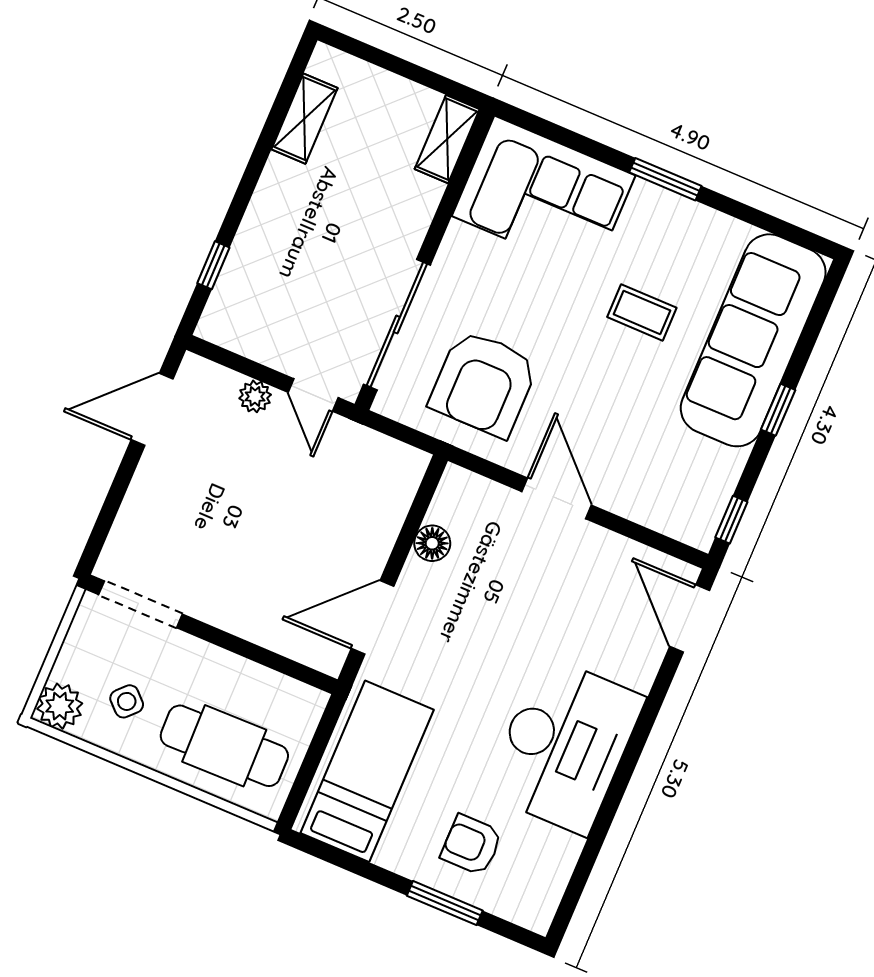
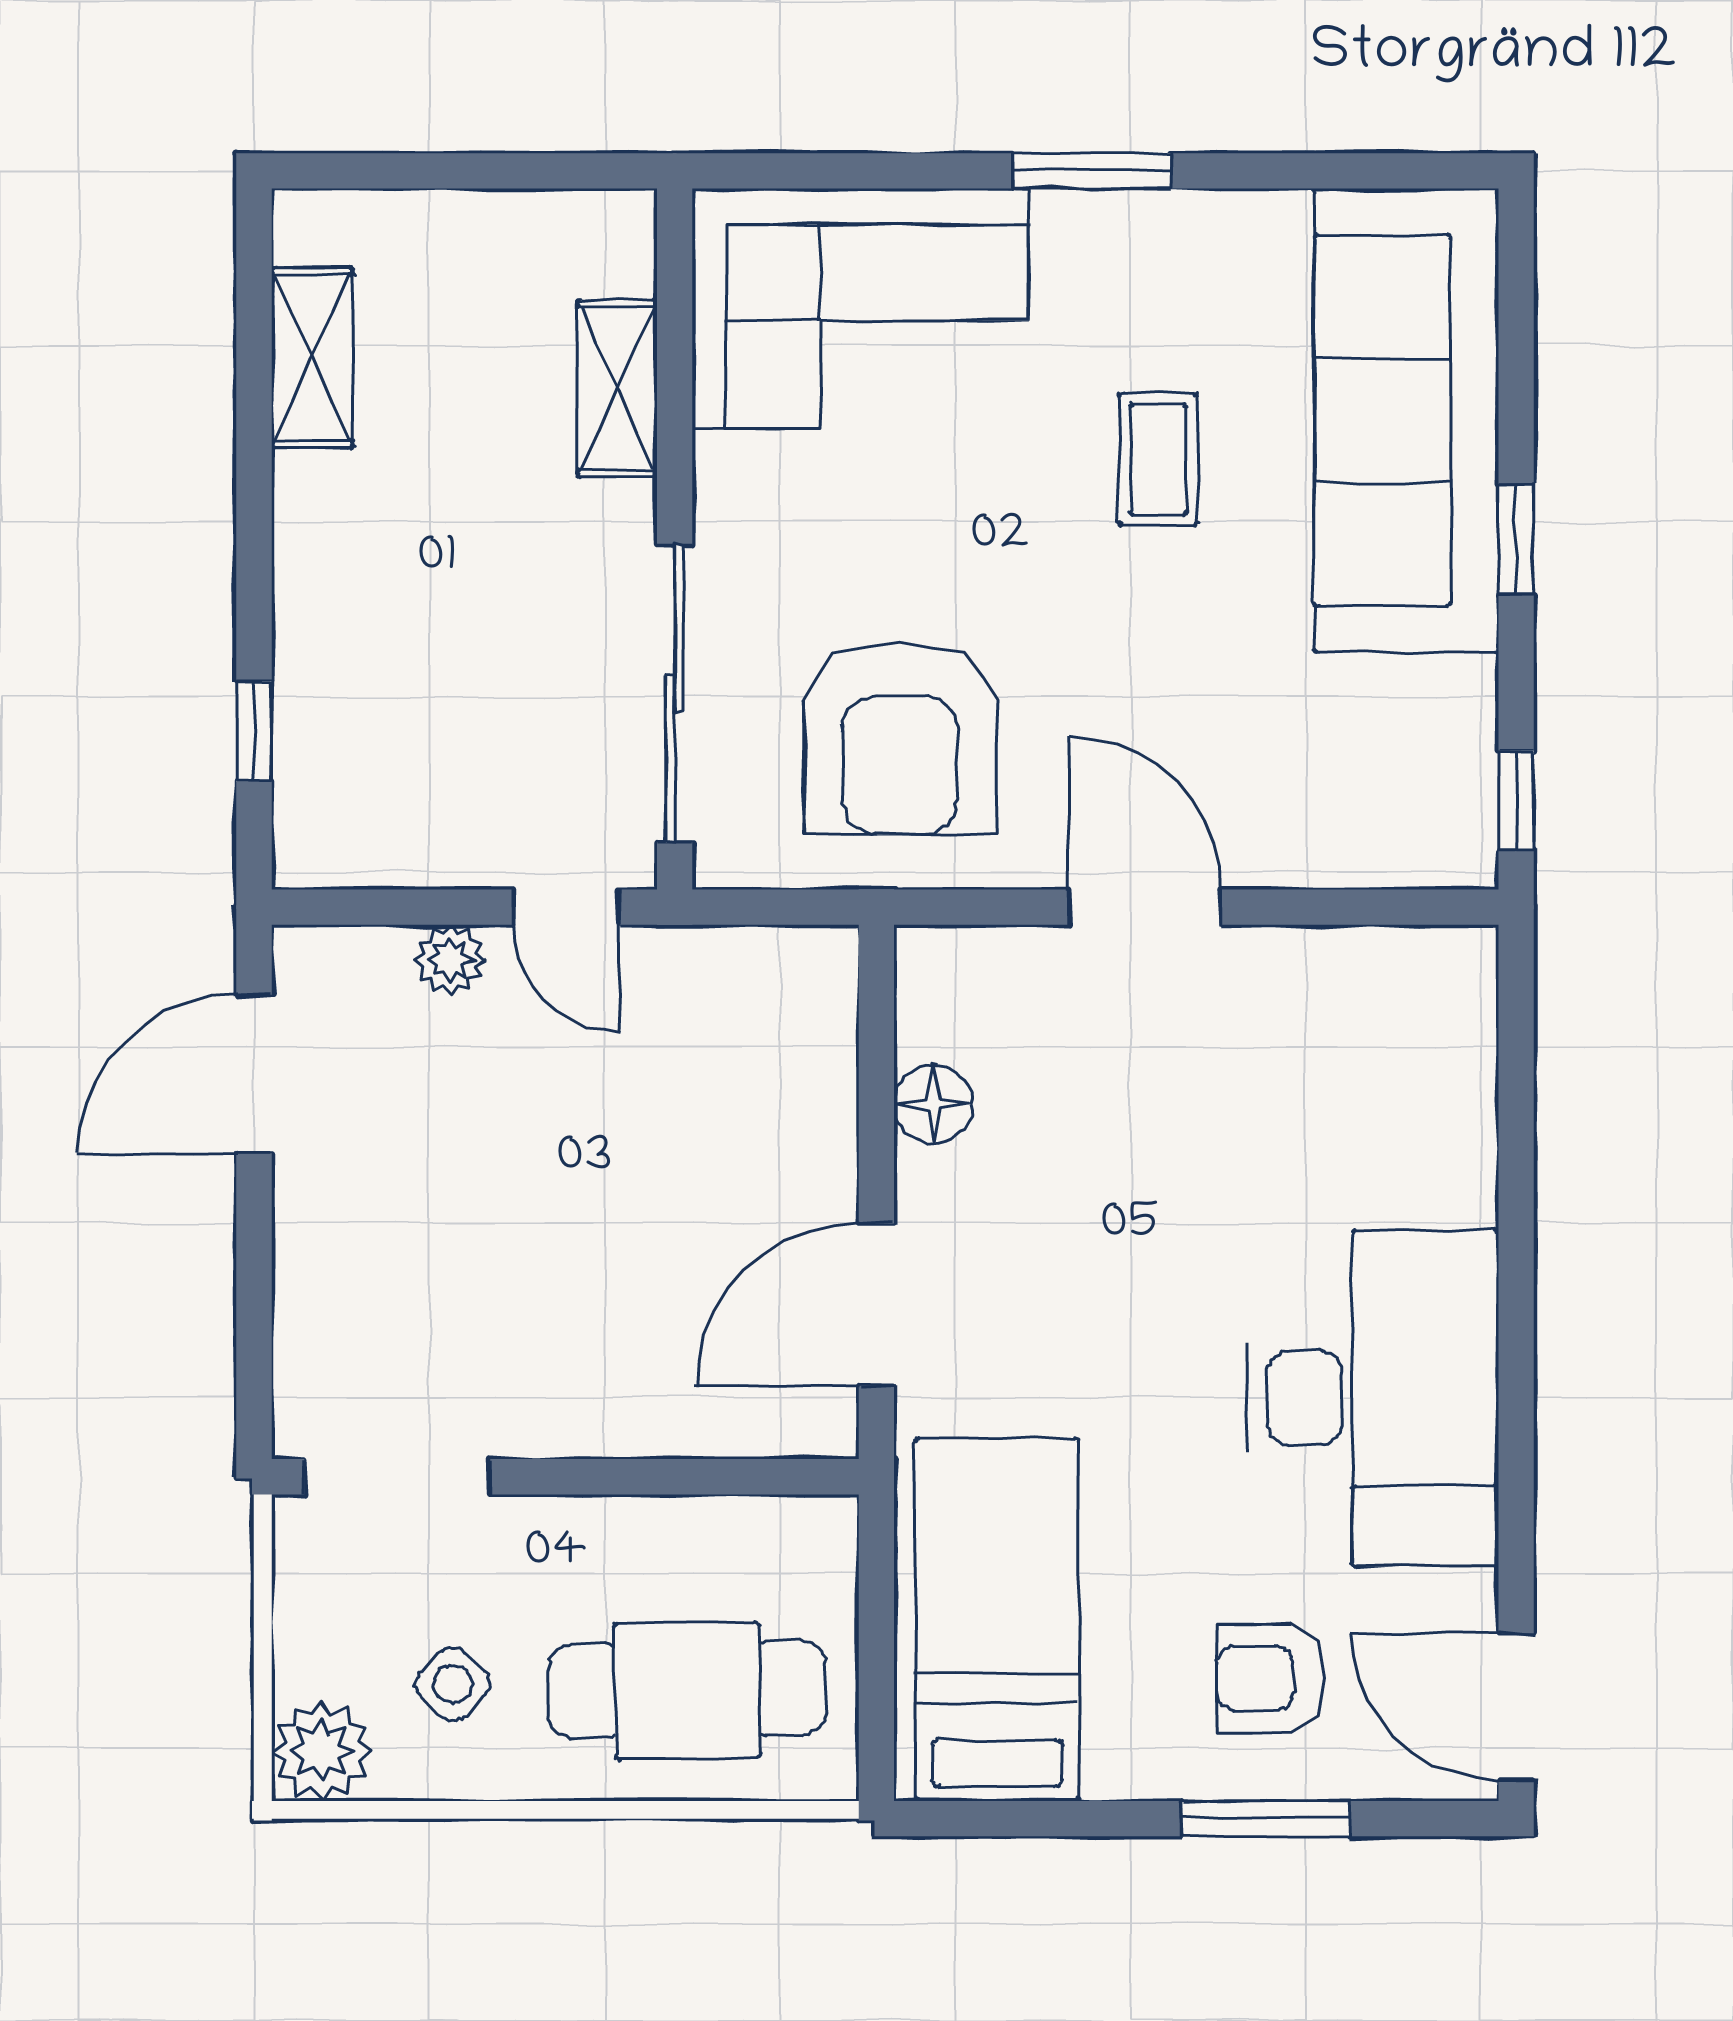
shelving: (447, 139) -> (617, 388), moved
coffee table: (642, 312) -> (1158, 459), turned 90
door: (690, 618) -> (1516, 1707), moved

